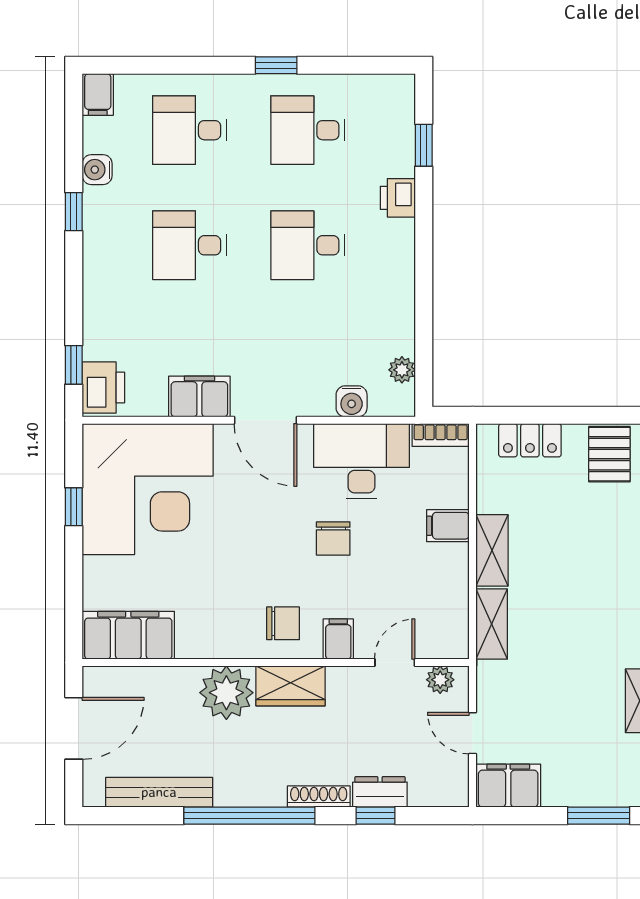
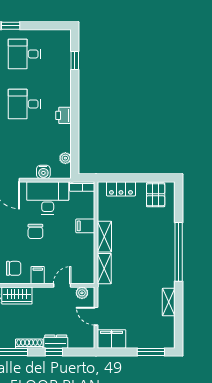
printer: (398, 198) -> (64, 115), moved

